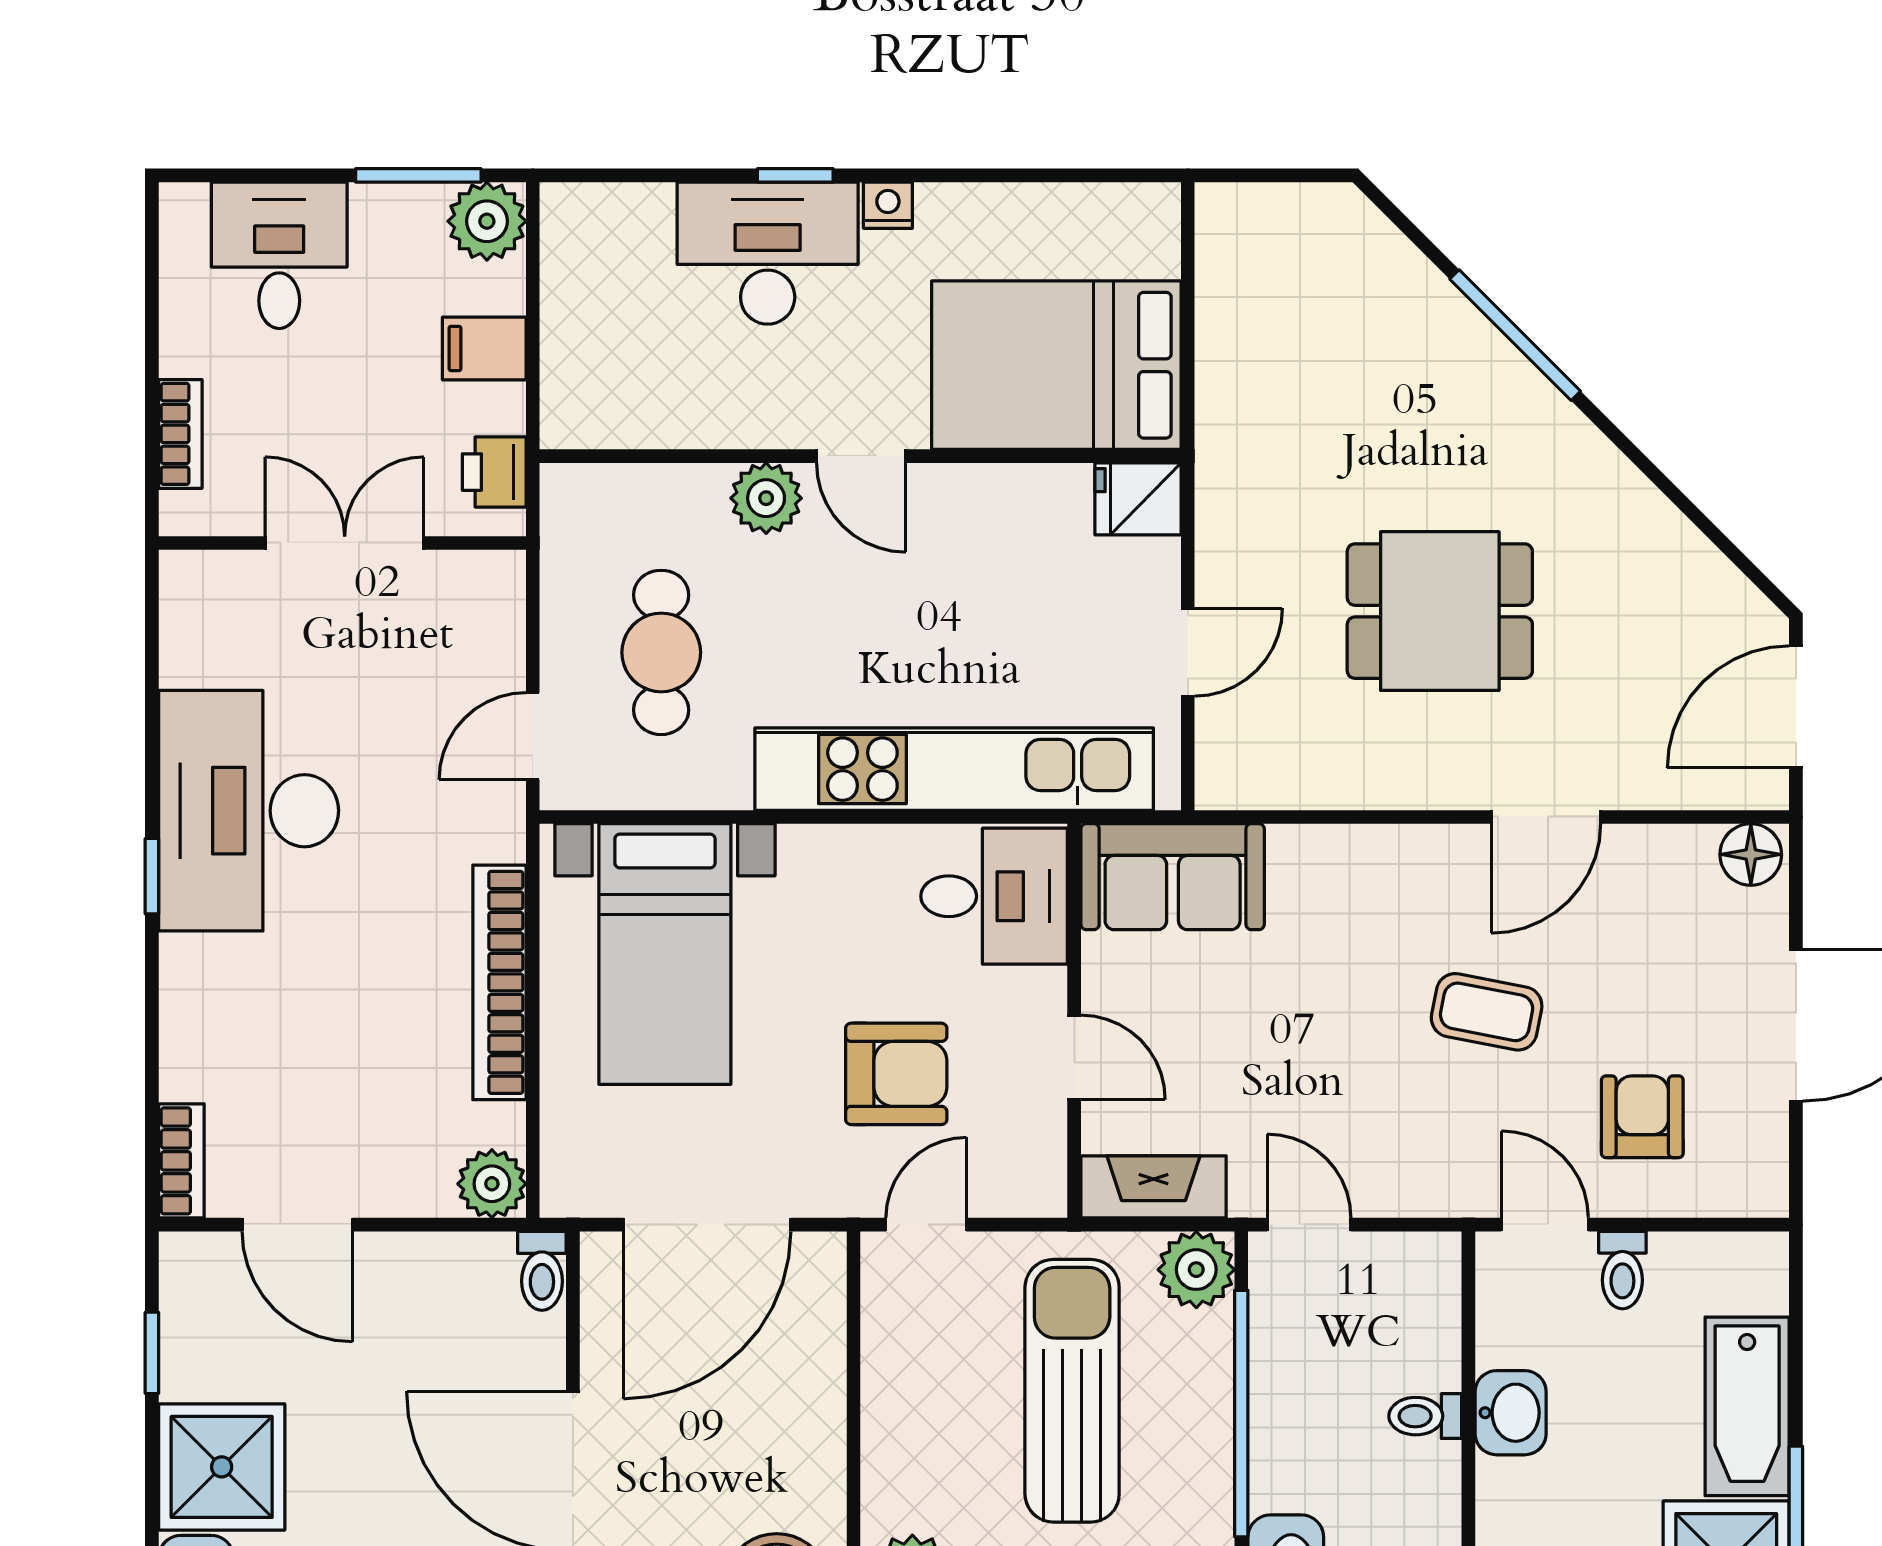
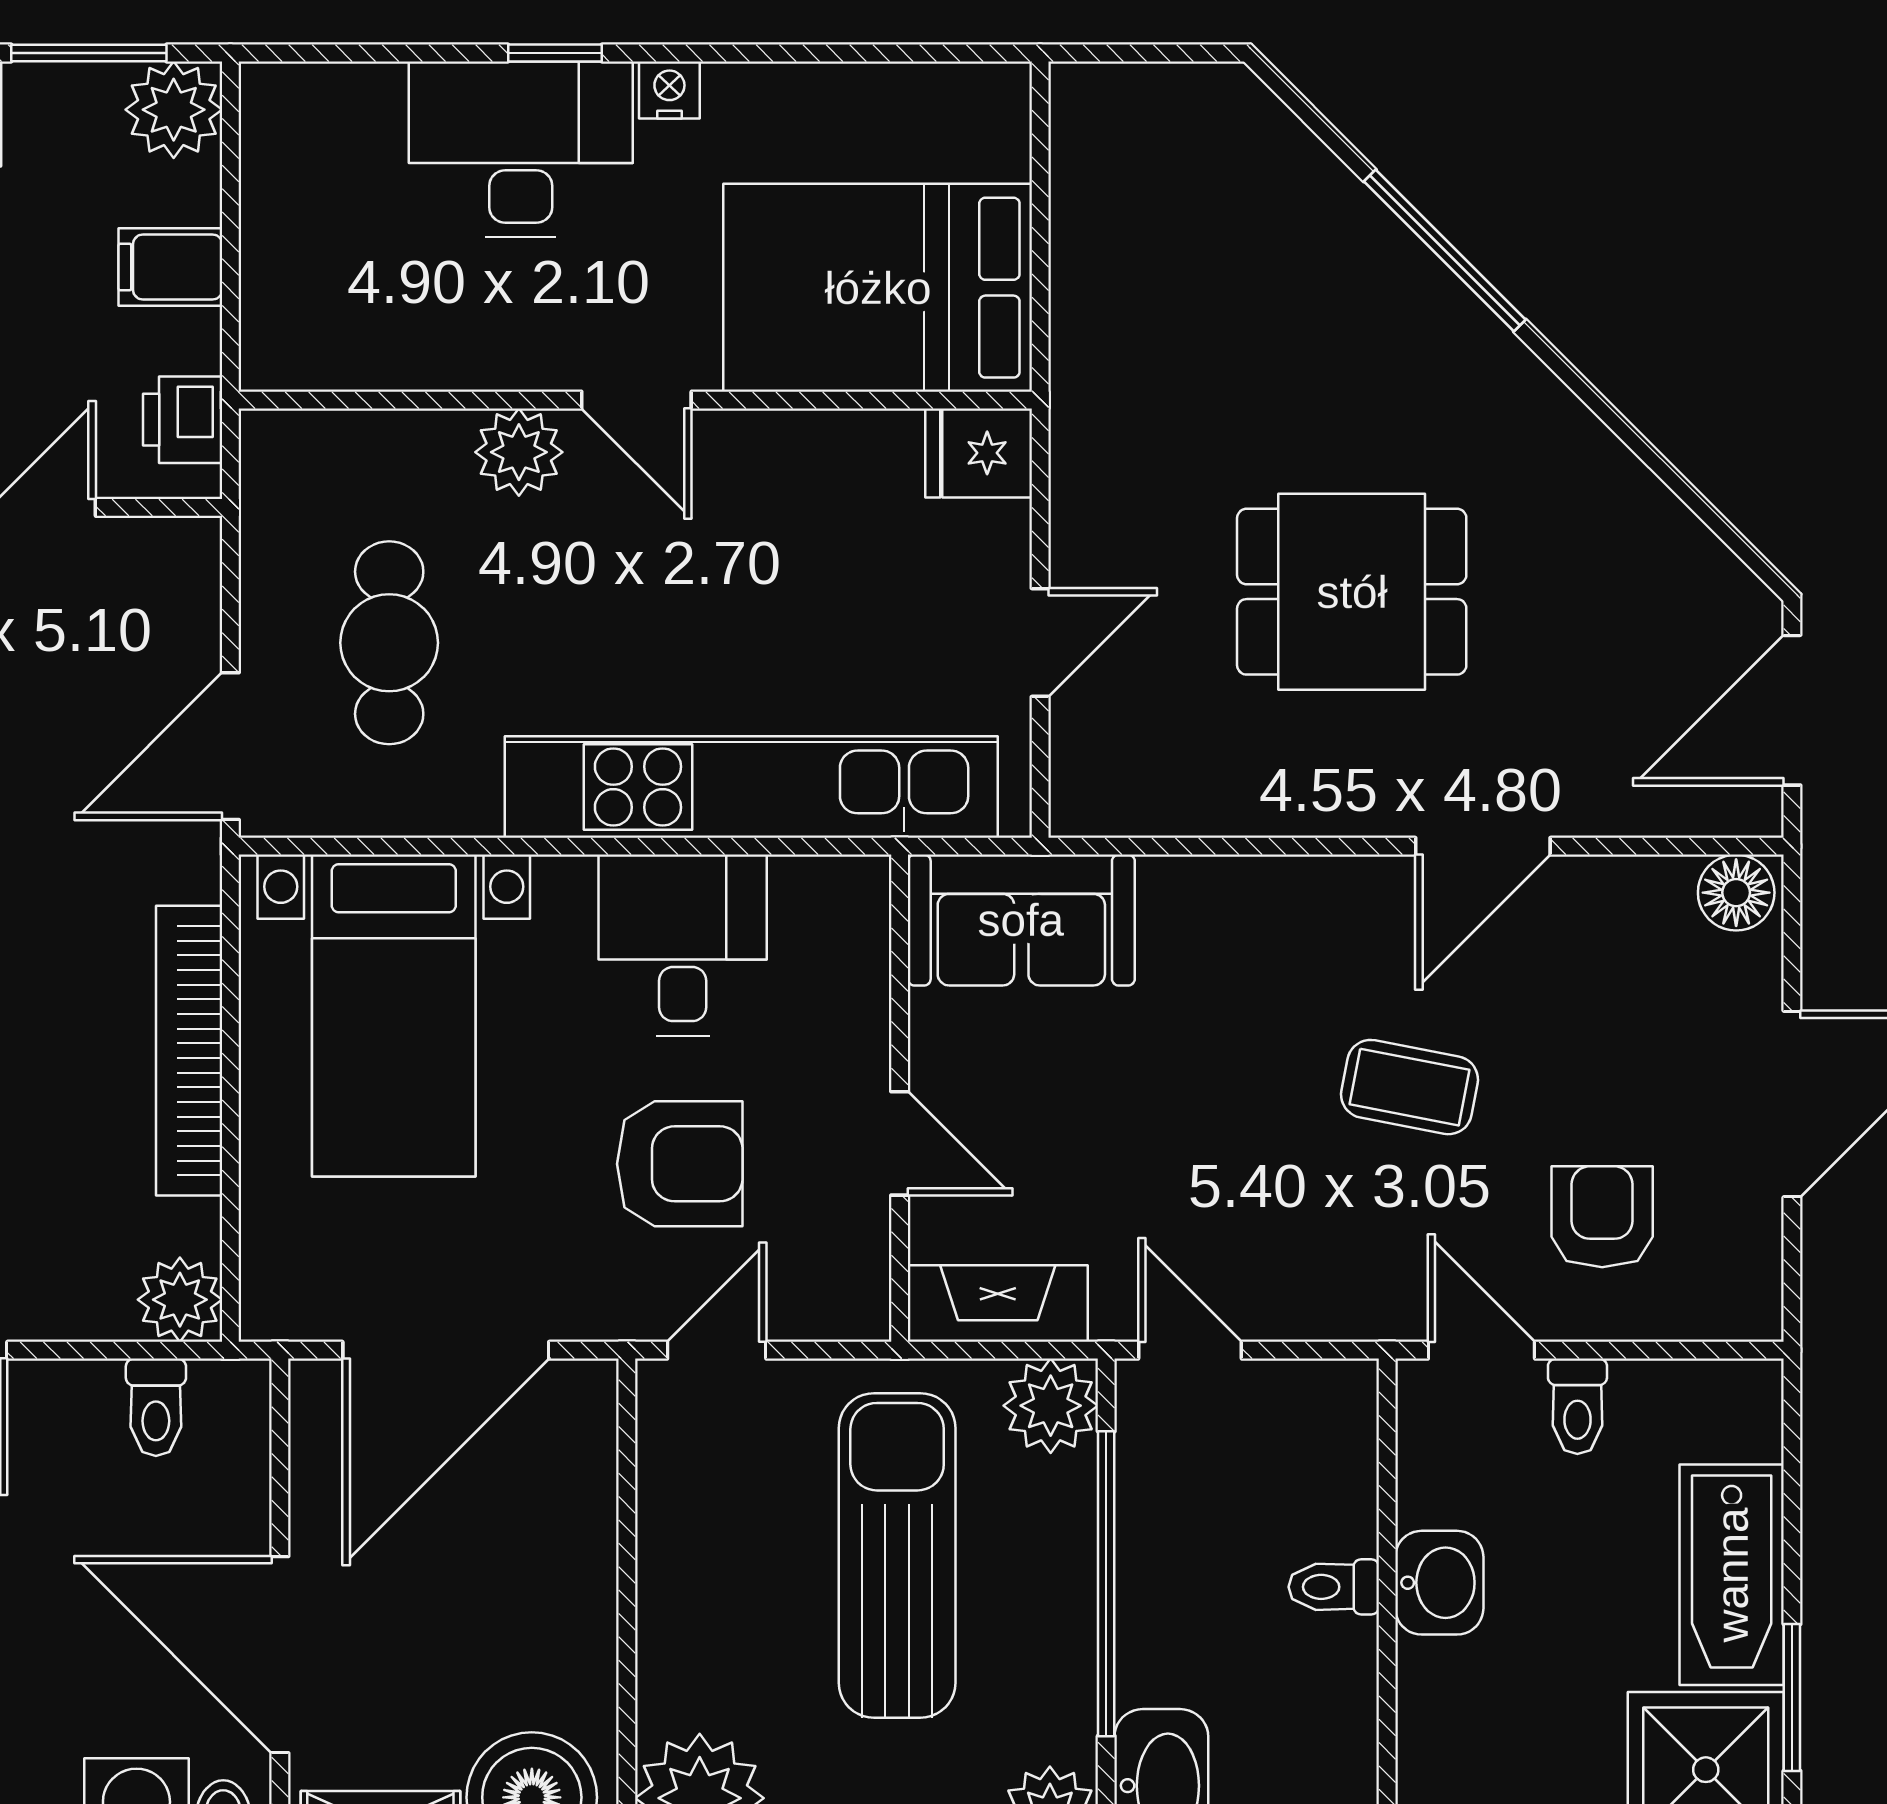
door: (533, 736) -> (230, 746), width x1.38
desk: (994, 896) -> (683, 945), moved, turned -90
toilet: (542, 1271) -> (156, 1407), moved

